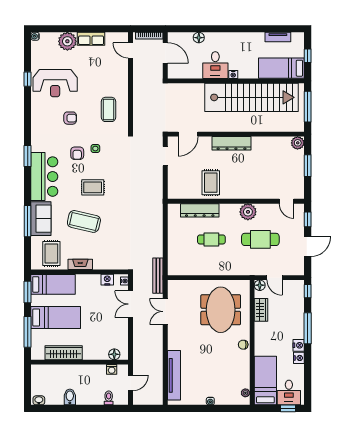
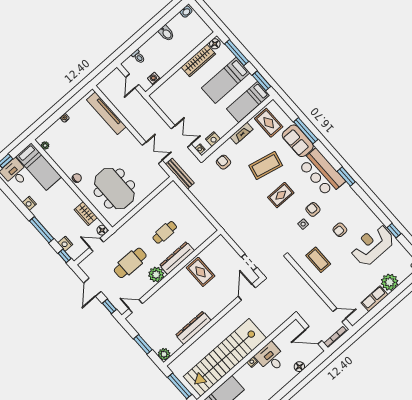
dresser: (231, 143) -> (193, 328), moved
dresser: (200, 210) -> (177, 258), moved
armchair: (115, 254) -> (223, 162), added
nightstand: (299, 345) -> (65, 244), moved
floor lamp: (114, 354) -> (215, 44), moved

